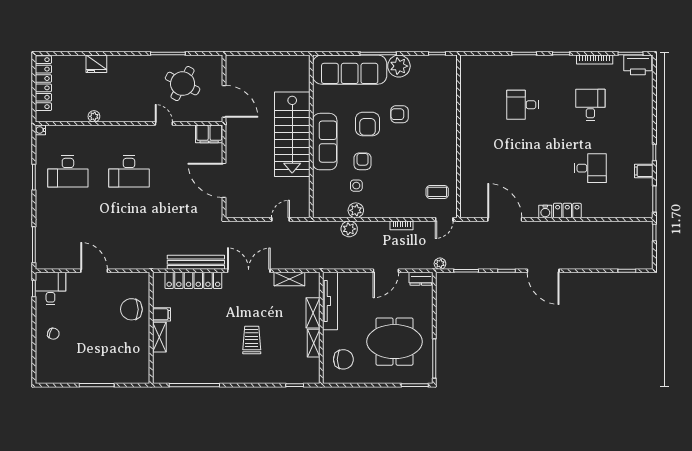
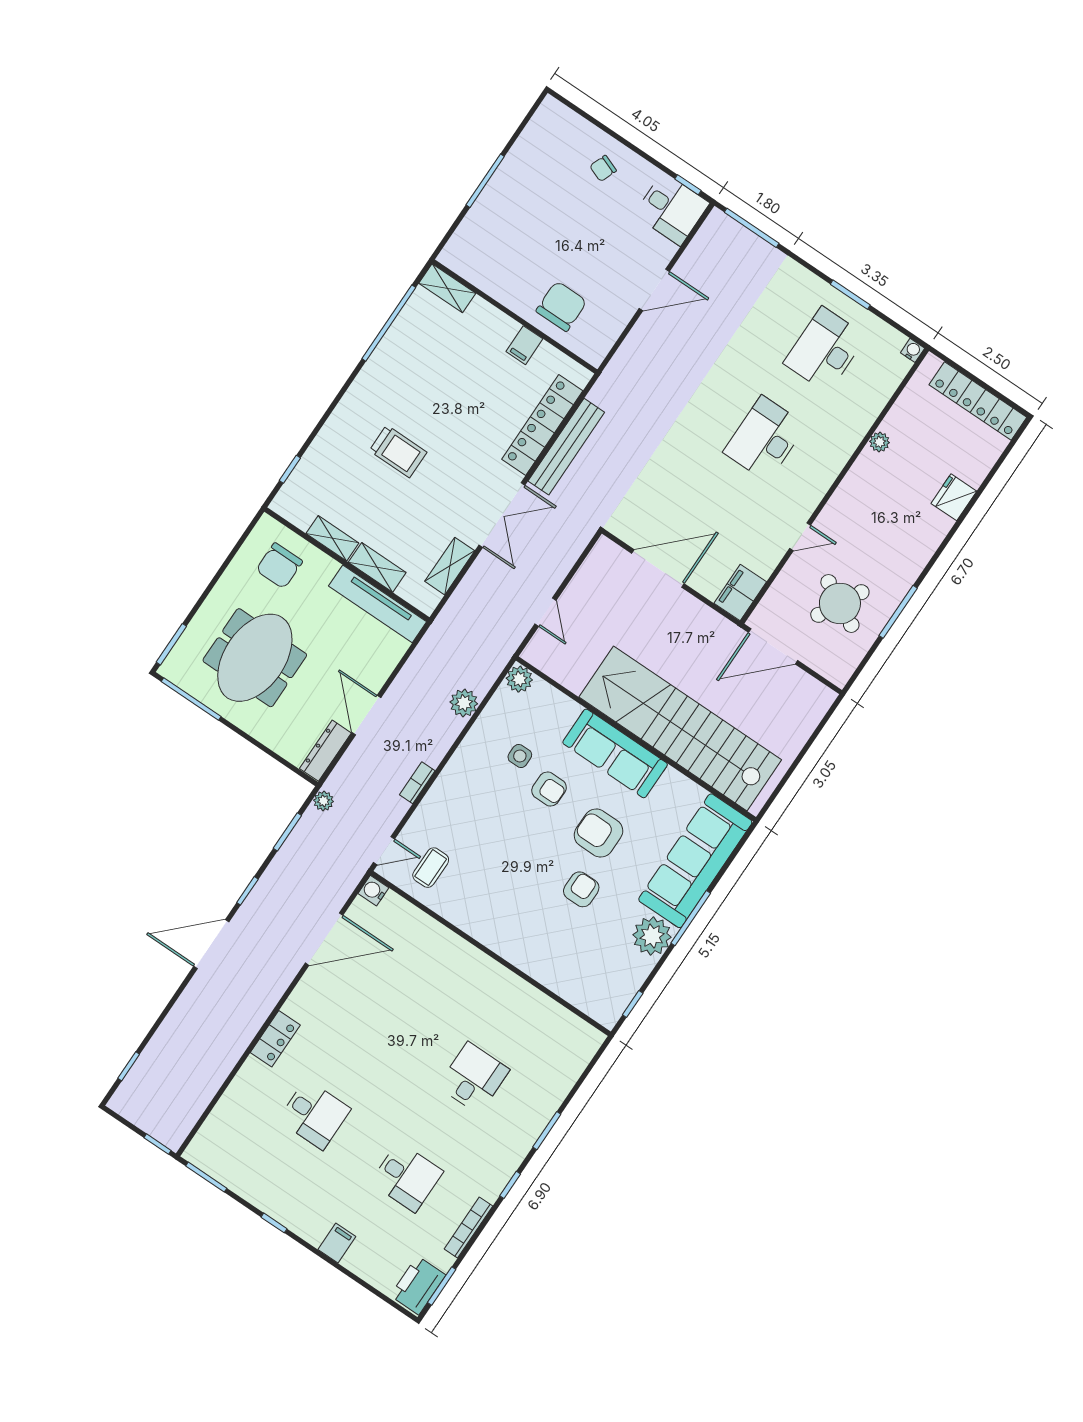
stairs: (292, 134) -> (680, 728), width x1.36
desk: (590, 168) -> (314, 1114), turned -90
filing cabinet: (644, 171) -> (337, 1243), moved
plant: (356, 210) -> (519, 679), moved
water cooler: (545, 212) -> (373, 891), moved
door: (444, 219) -> (384, 851), swing flipped
dresser: (421, 279) -> (325, 751), width x1.44
shelving: (159, 337) -> (447, 288), moved

